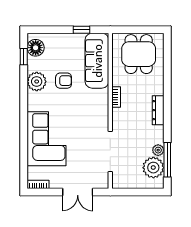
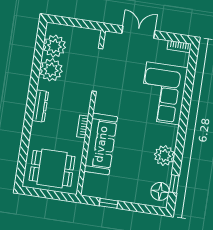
dining table: (139, 54) -> (52, 168), turned 90
sofa: (97, 61) -> (101, 144), moved
armchair: (64, 81) -> (136, 152), removed
plant: (158, 150) -> (51, 70), width x1.88, depth x1.88
window: (167, 160) -> (38, 52), removed

